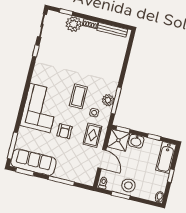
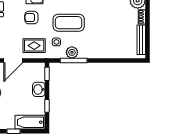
coffee table: (78, 96) -> (69, 23), width x1.36, depth x1.32
shower: (118, 140) -> (36, 72), removed

